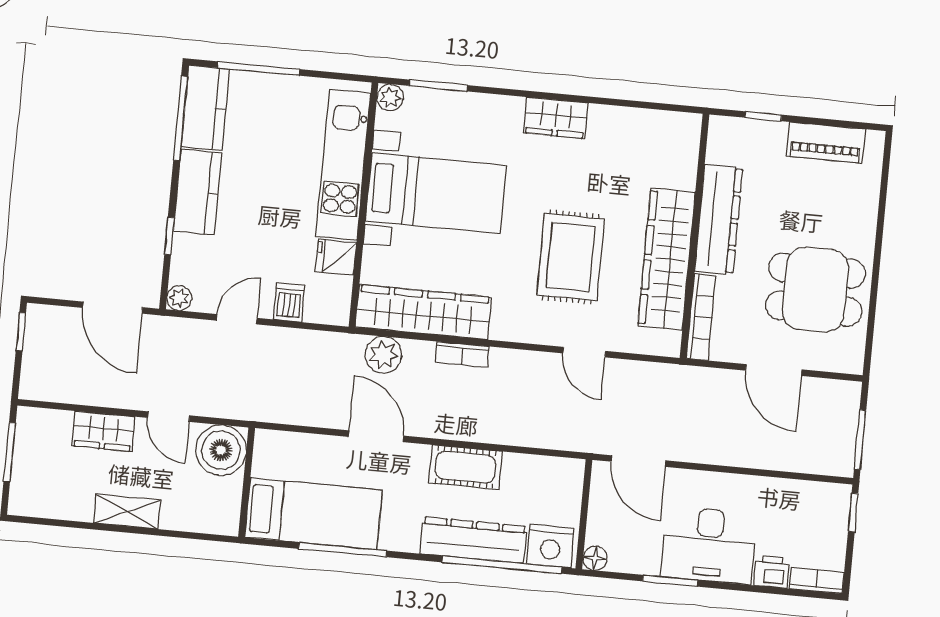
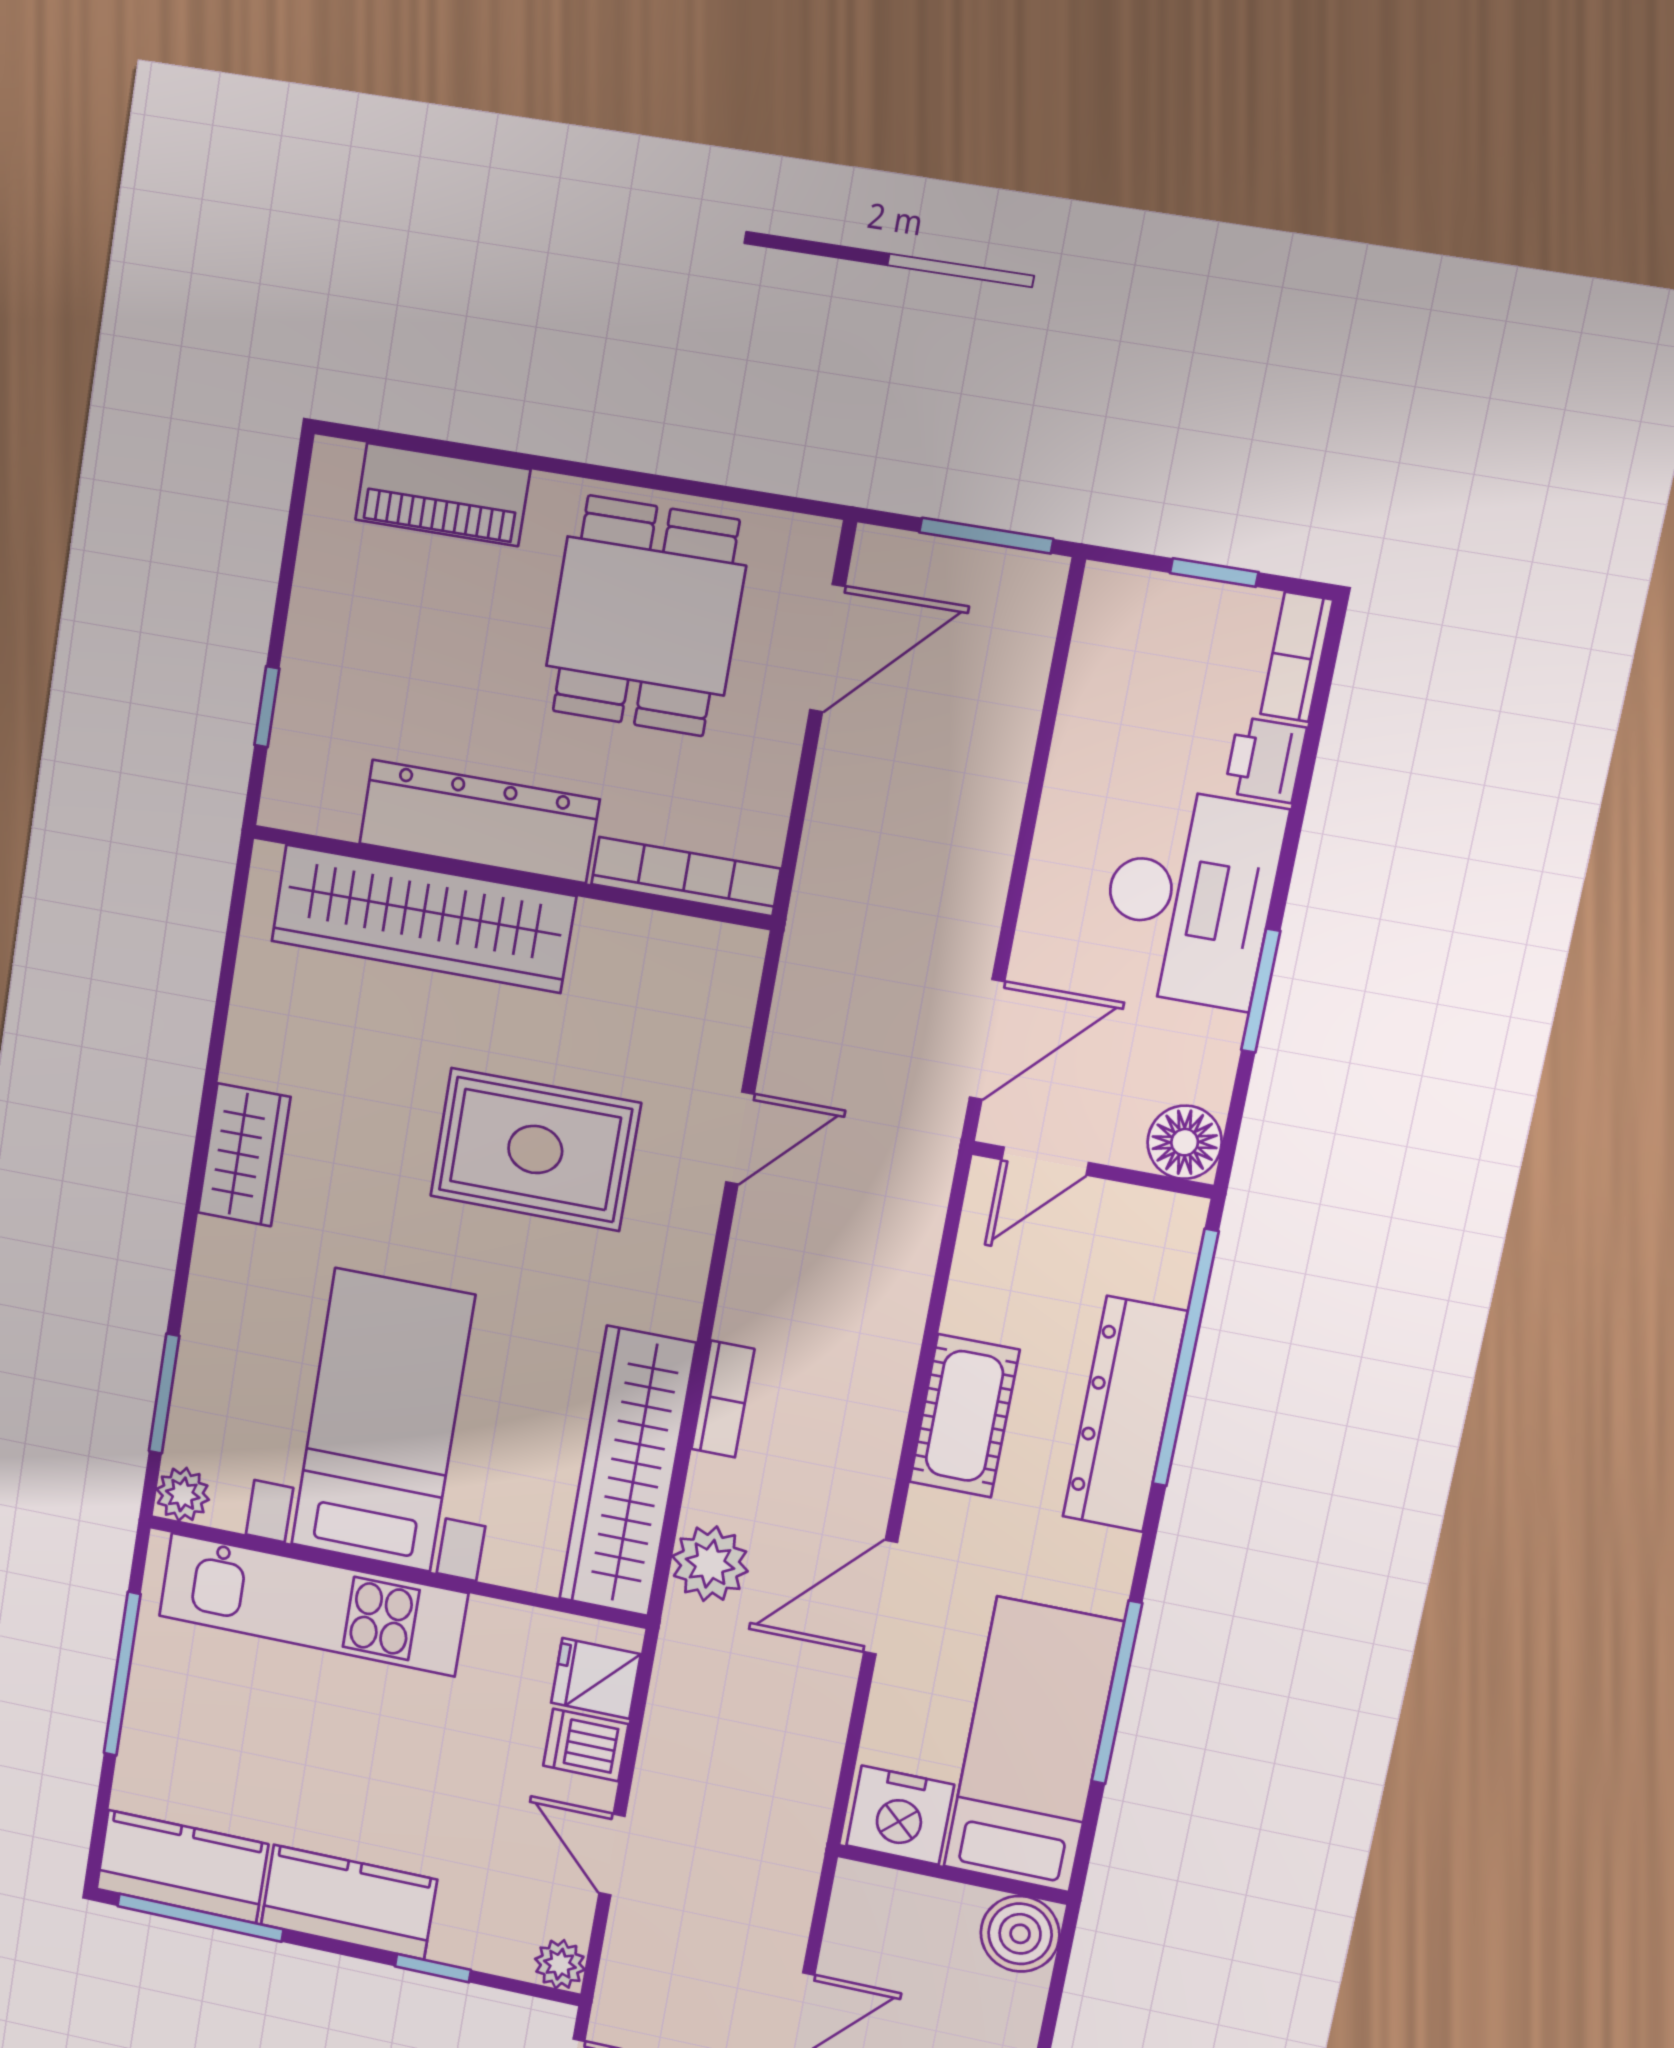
window: (258, 69) -> (122, 1674), moved
piano: (826, 143) -> (443, 495), moved, turned 90
fridge: (336, 257) -> (596, 1678), moved, turned 90
wardrobe: (666, 259) -> (423, 919), moved
door: (774, 370) -> (827, 648), moved
boiler: (221, 450) -> (1020, 1934), moved, width x0.73, depth x0.73
door: (586, 493) -> (1045, 1161), added
window: (853, 512) -> (1214, 573), moved
nightstand: (550, 546) -> (900, 1815), moved, turned 90
floor lamp: (595, 558) -> (1185, 1142), width x1.37, depth x1.37

